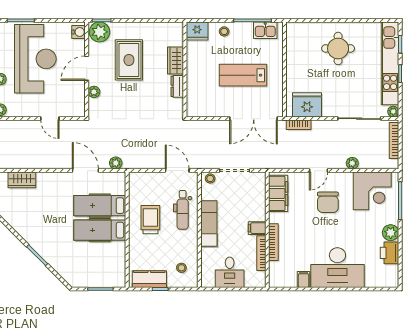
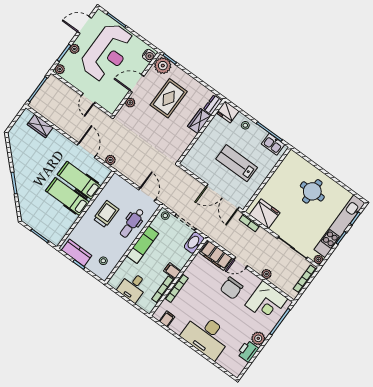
dresser: (177, 86) -> (213, 105), moved
washbasin: (258, 184) -> (194, 243), added
filing cabinet: (278, 193) -> (216, 256), moved, turned 90
filing cabinet: (303, 279) -> (167, 319), moved

